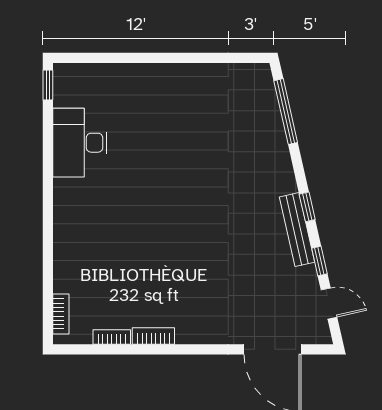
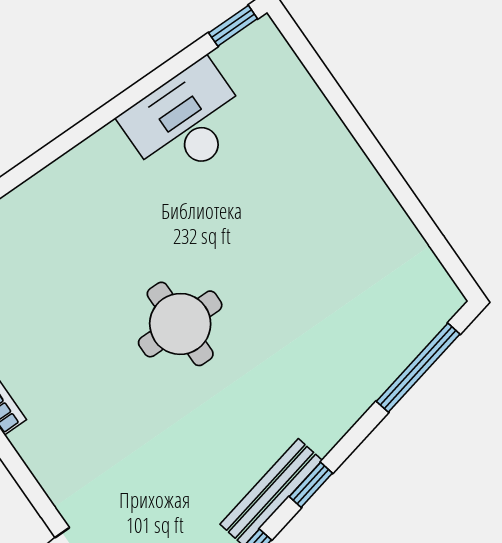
round table: (180, 216) -> (180, 324), added

